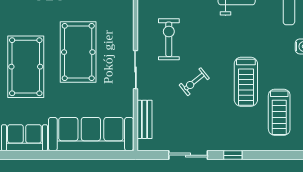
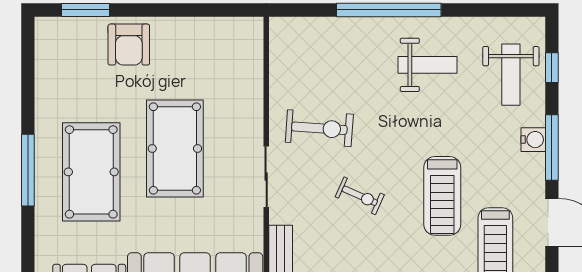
exercise bike: (169, 39) -> (319, 128), turned 94
exercise bike: (194, 82) -> (360, 196), turned -117

